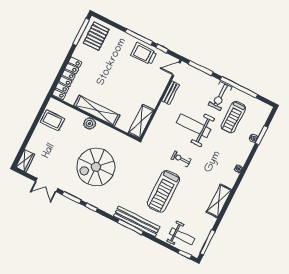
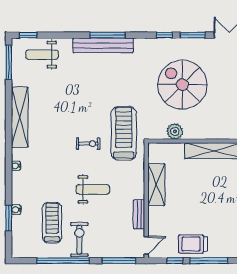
trolley: (144, 54) -> (193, 244), turned 180
shelving: (141, 122) -> (156, 185), moved
plant: (90, 123) -> (175, 131), moved
weight bench: (194, 126) -> (93, 189), width x0.73, depth x0.75
spiral stairs: (96, 167) -> (182, 85), turned -90
treadmill: (163, 191) -> (124, 133), moved
shelving: (219, 201) -> (20, 117), width x1.47

